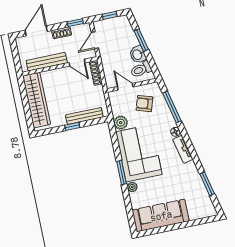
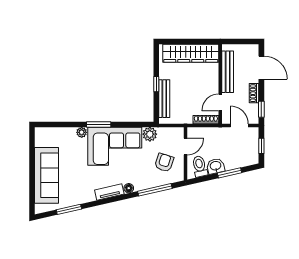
sofa: (161, 216) -> (47, 175), moved

